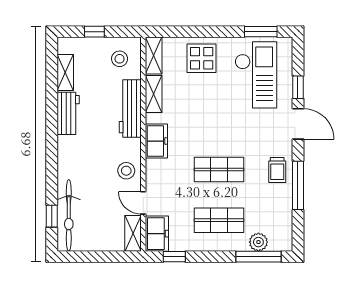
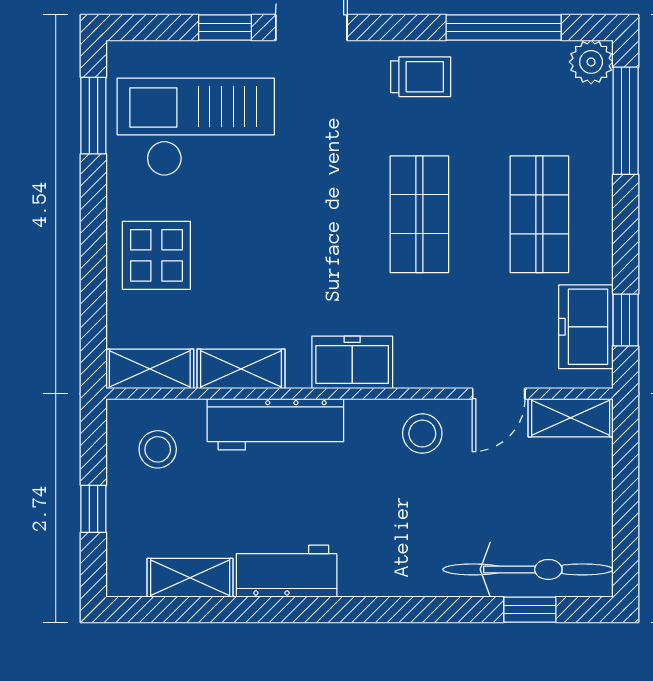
window: (298, 185) -> (504, 27), moved
freezer: (157, 234) -> (586, 327), moved, turned -90
plant: (258, 242) -> (591, 62), moved

